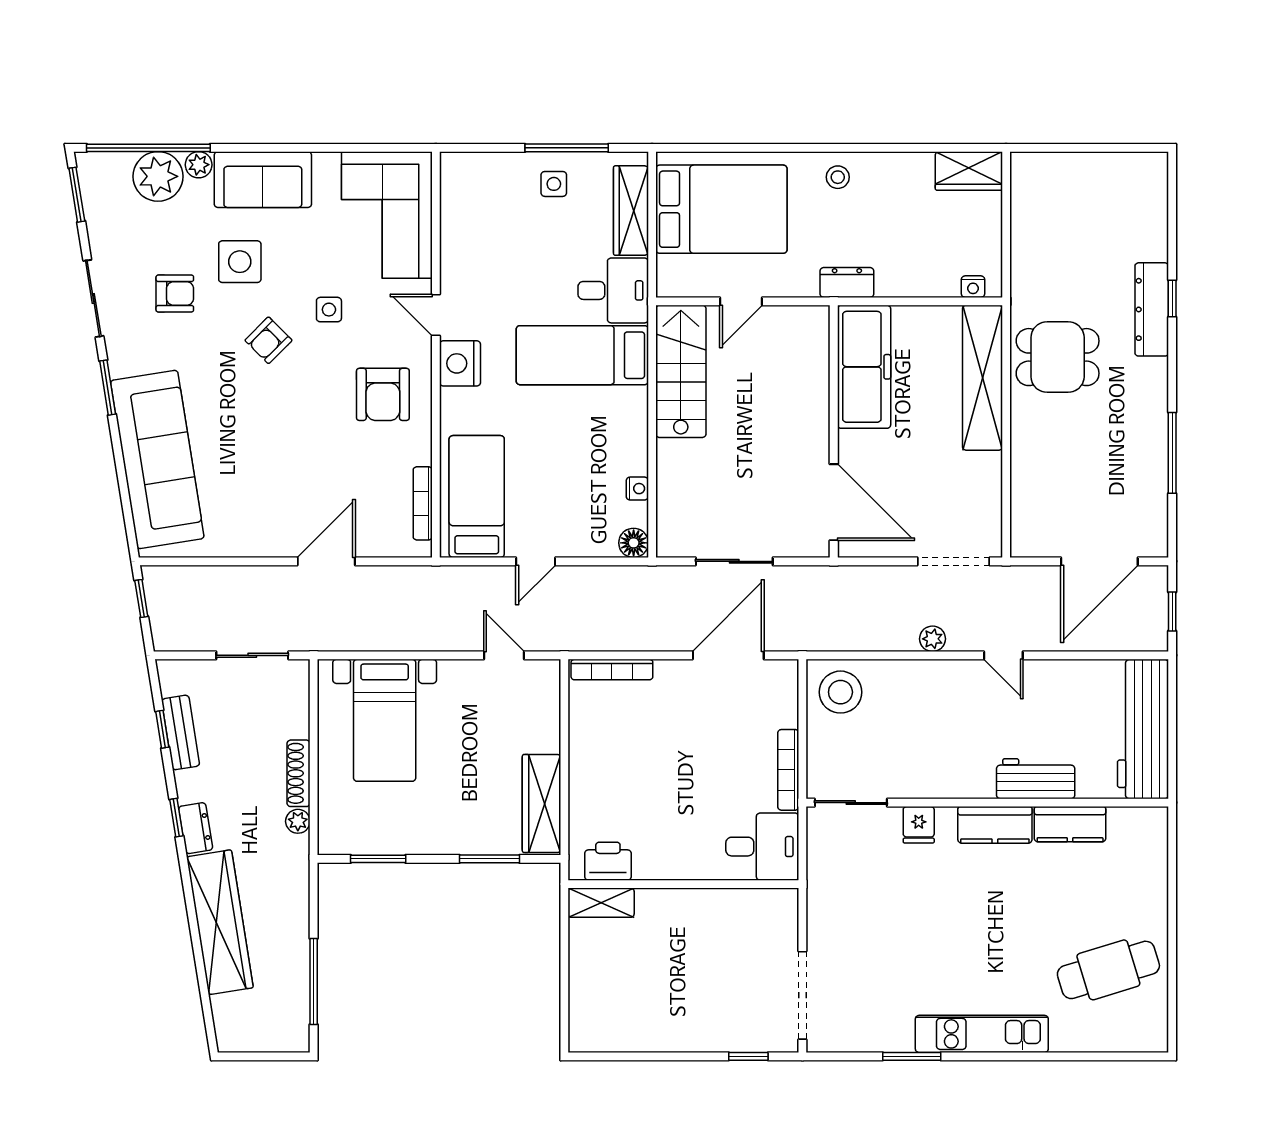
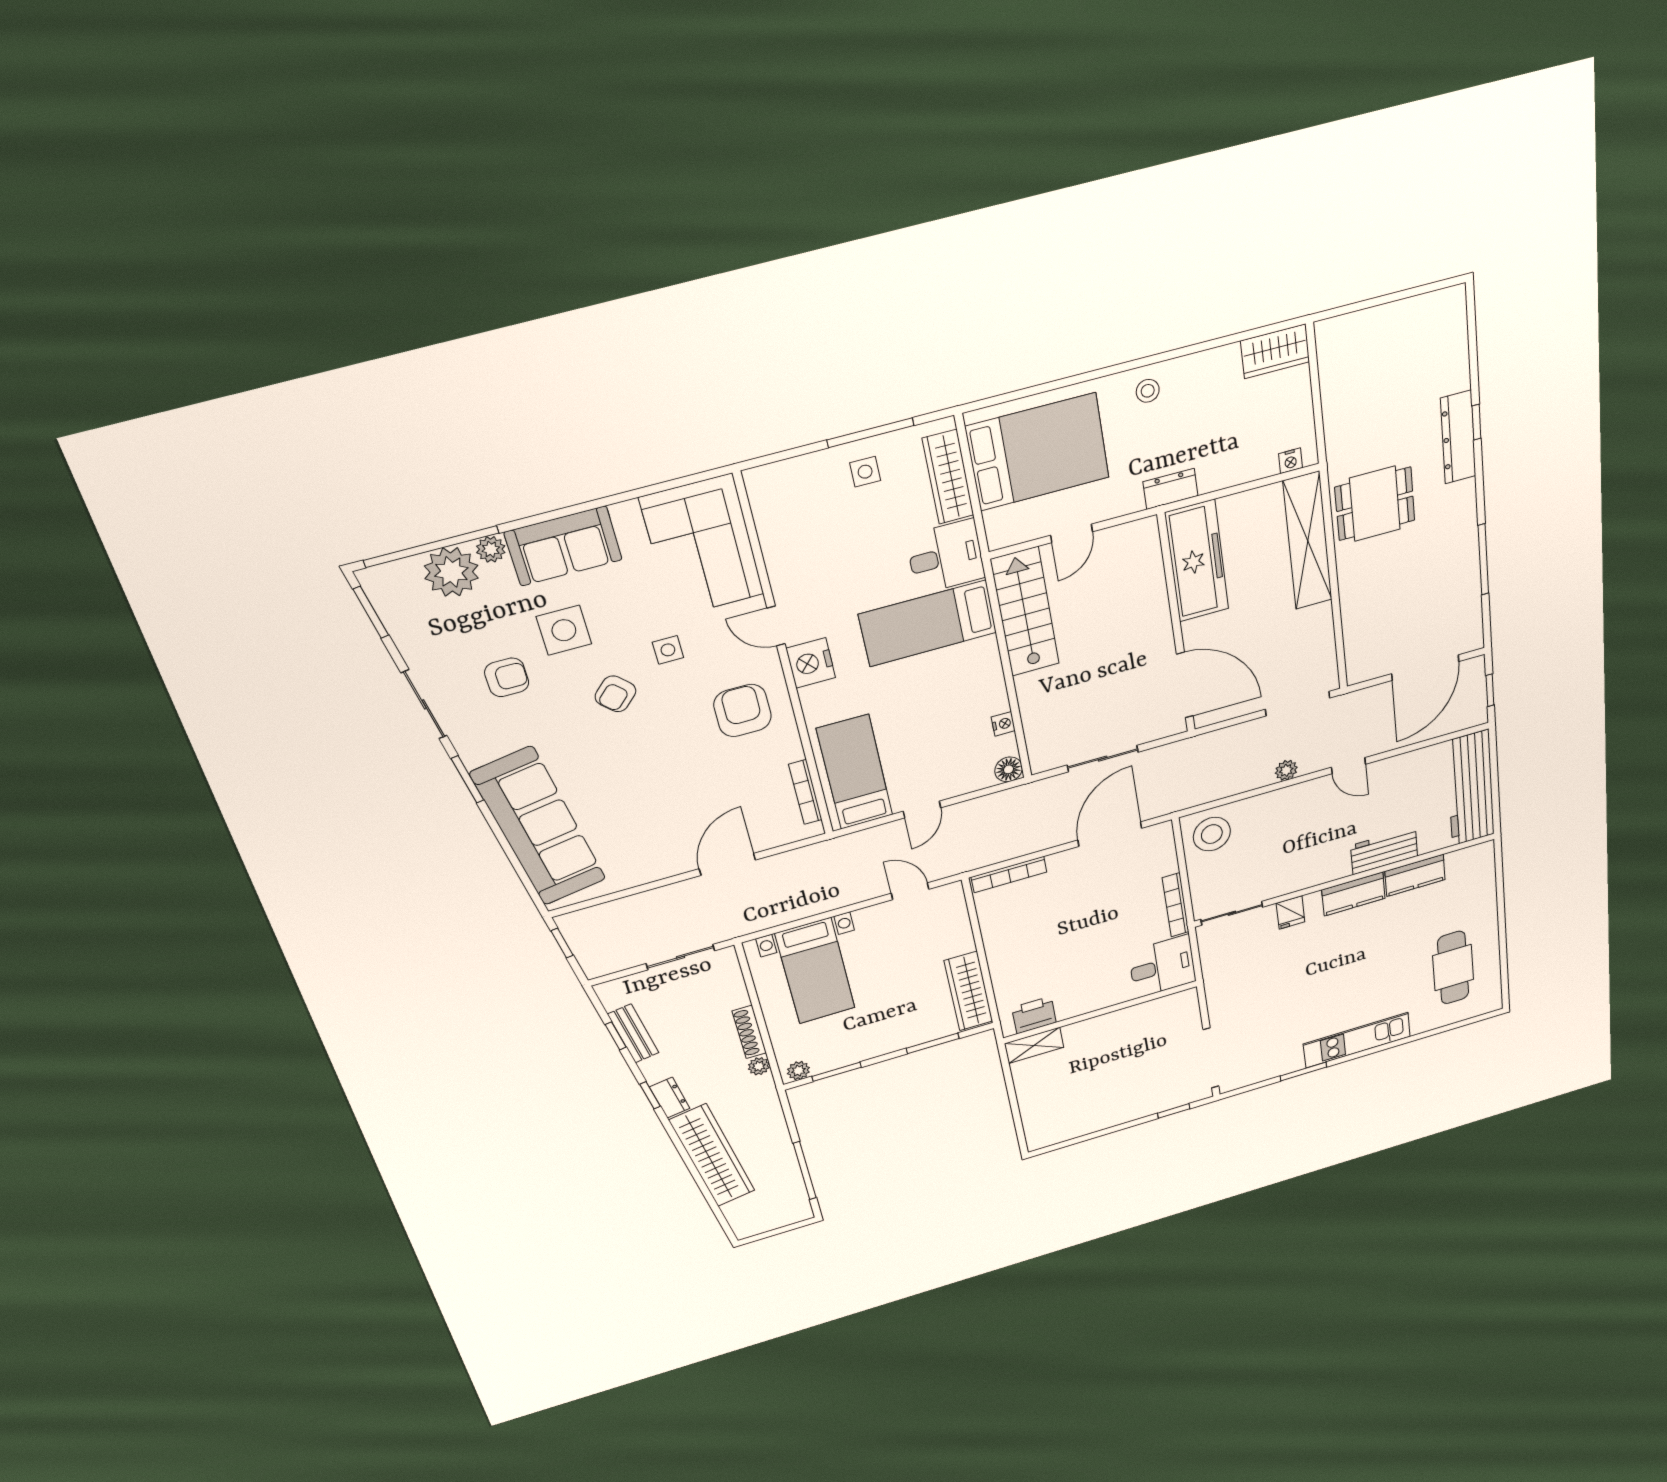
armchair: (383, 394) -> (743, 711), turned 180
plant: (338, 842) -> (798, 1071), added
cafe table: (1108, 970) -> (1453, 968), turned -73

